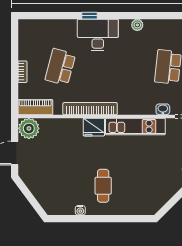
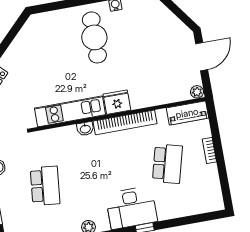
washbasin: (163, 109) -> (85, 129), moved
plant: (29, 128) -> (197, 92), width x0.53, depth x0.53
cafe table: (103, 186) -> (94, 37), width x1.37, depth x1.35

